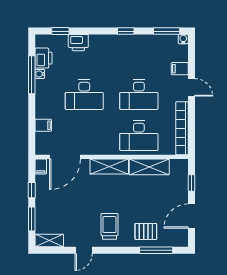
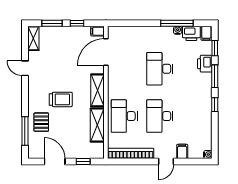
window: (167, 31) -> (215, 76), moved
filing cabinet: (43, 125) -> (206, 33), moved
door: (65, 157) -> (106, 52), hinge flipped
trolley: (110, 226) -> (61, 99), moved

